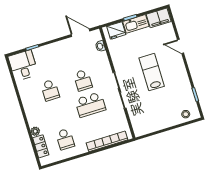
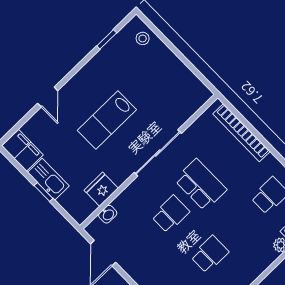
fridge: (116, 30) -> (101, 189), moved, turned -90

